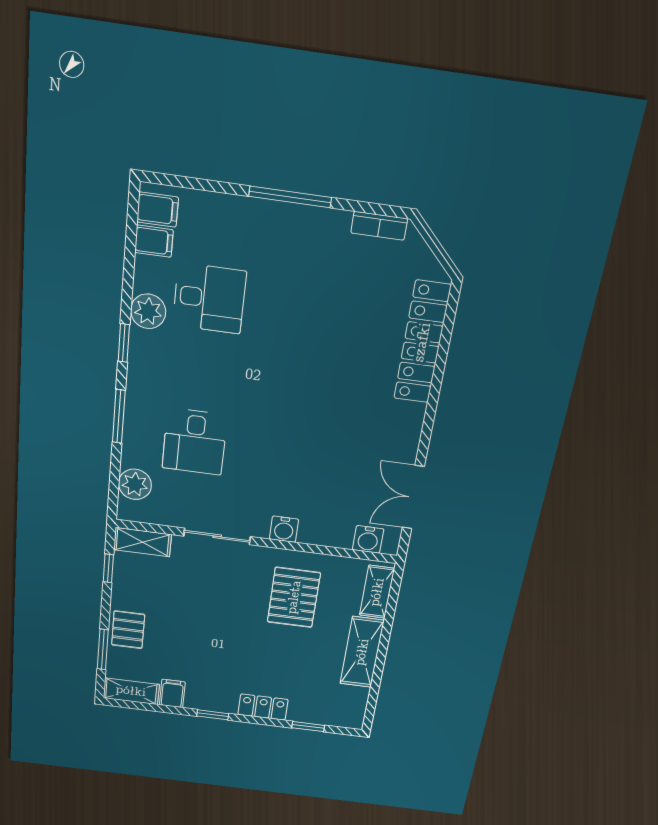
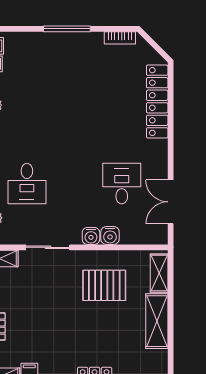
desk: (209, 298) -> (122, 184), moved, turned -90
water cooler: (368, 539) -> (110, 235), moved
pallet: (294, 597) -> (104, 285), turned 90

